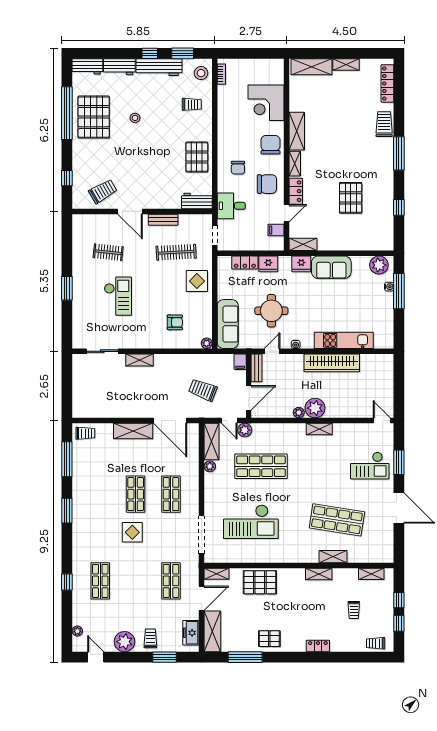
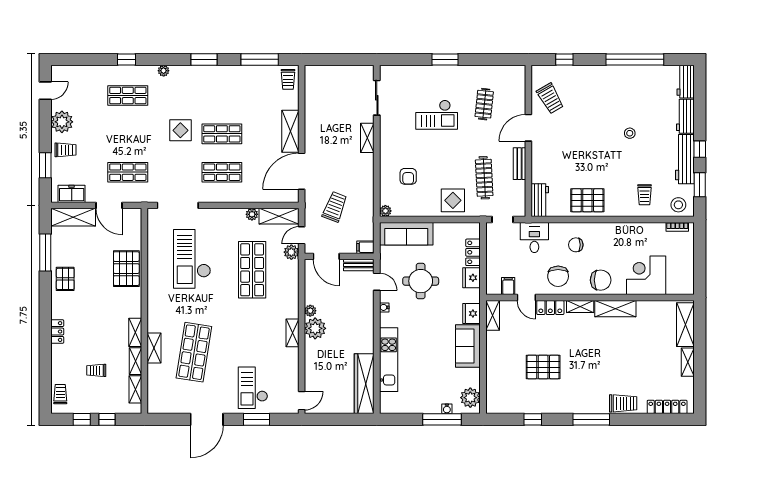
pallet: (94, 117) -> (631, 88), removed
wardrobe: (332, 363) -> (364, 384), moved
shelving: (217, 574) -> (136, 361), moved
plant: (77, 631) -> (164, 71), moved

